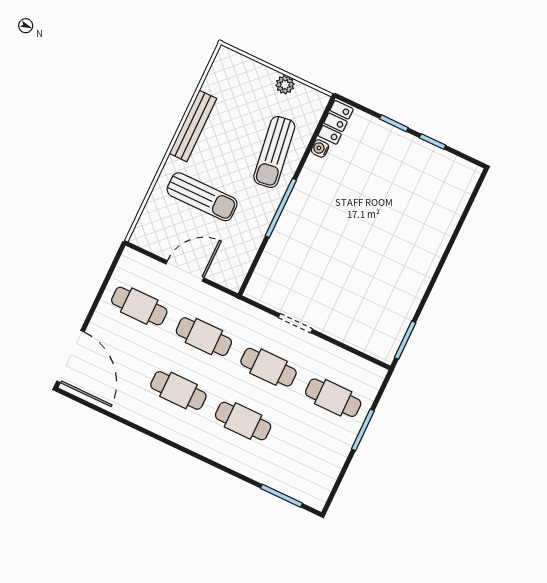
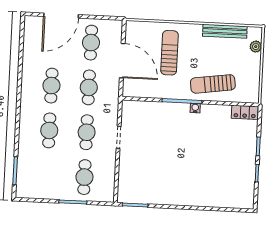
plant: (285, 85) -> (256, 47), moved
bench: (193, 126) -> (225, 31), moved
water cooler: (320, 148) -> (195, 108), moved
sun lounger: (202, 197) -> (169, 53), turned 180
door: (185, 271) -> (122, 61), width x1.36
door: (71, 356) -> (61, 16), moved

